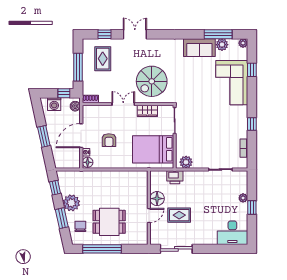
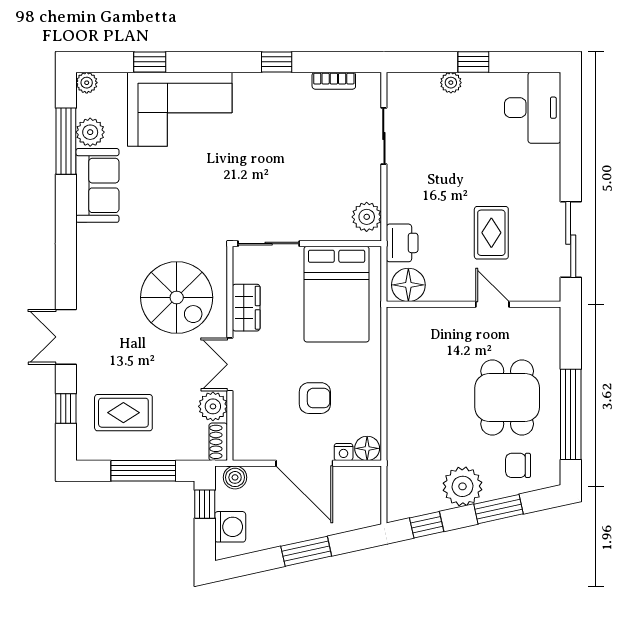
plant: (105, 97) -> (213, 406), added
floor lamp: (157, 199) -> (408, 285), moved

